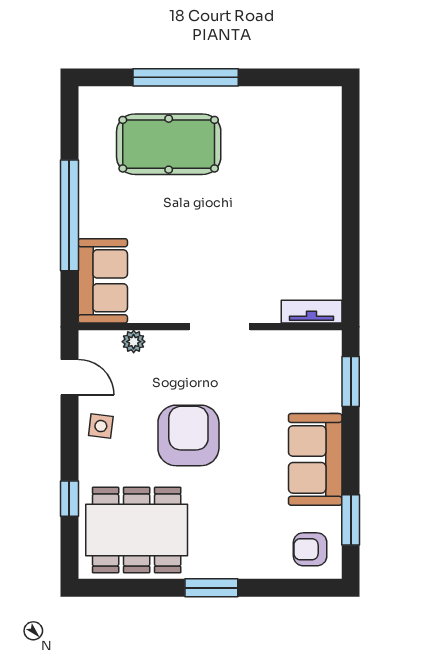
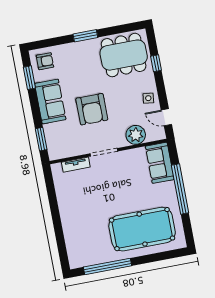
window: (186, 77) -> (107, 266), moved
pool table: (169, 144) -> (142, 229), width x1.36, depth x1.32
tv unit: (312, 312) -> (76, 165), moved
plant: (134, 342) -> (136, 135), width x1.88, depth x1.88
armchair: (188, 435) -> (92, 109), moved

